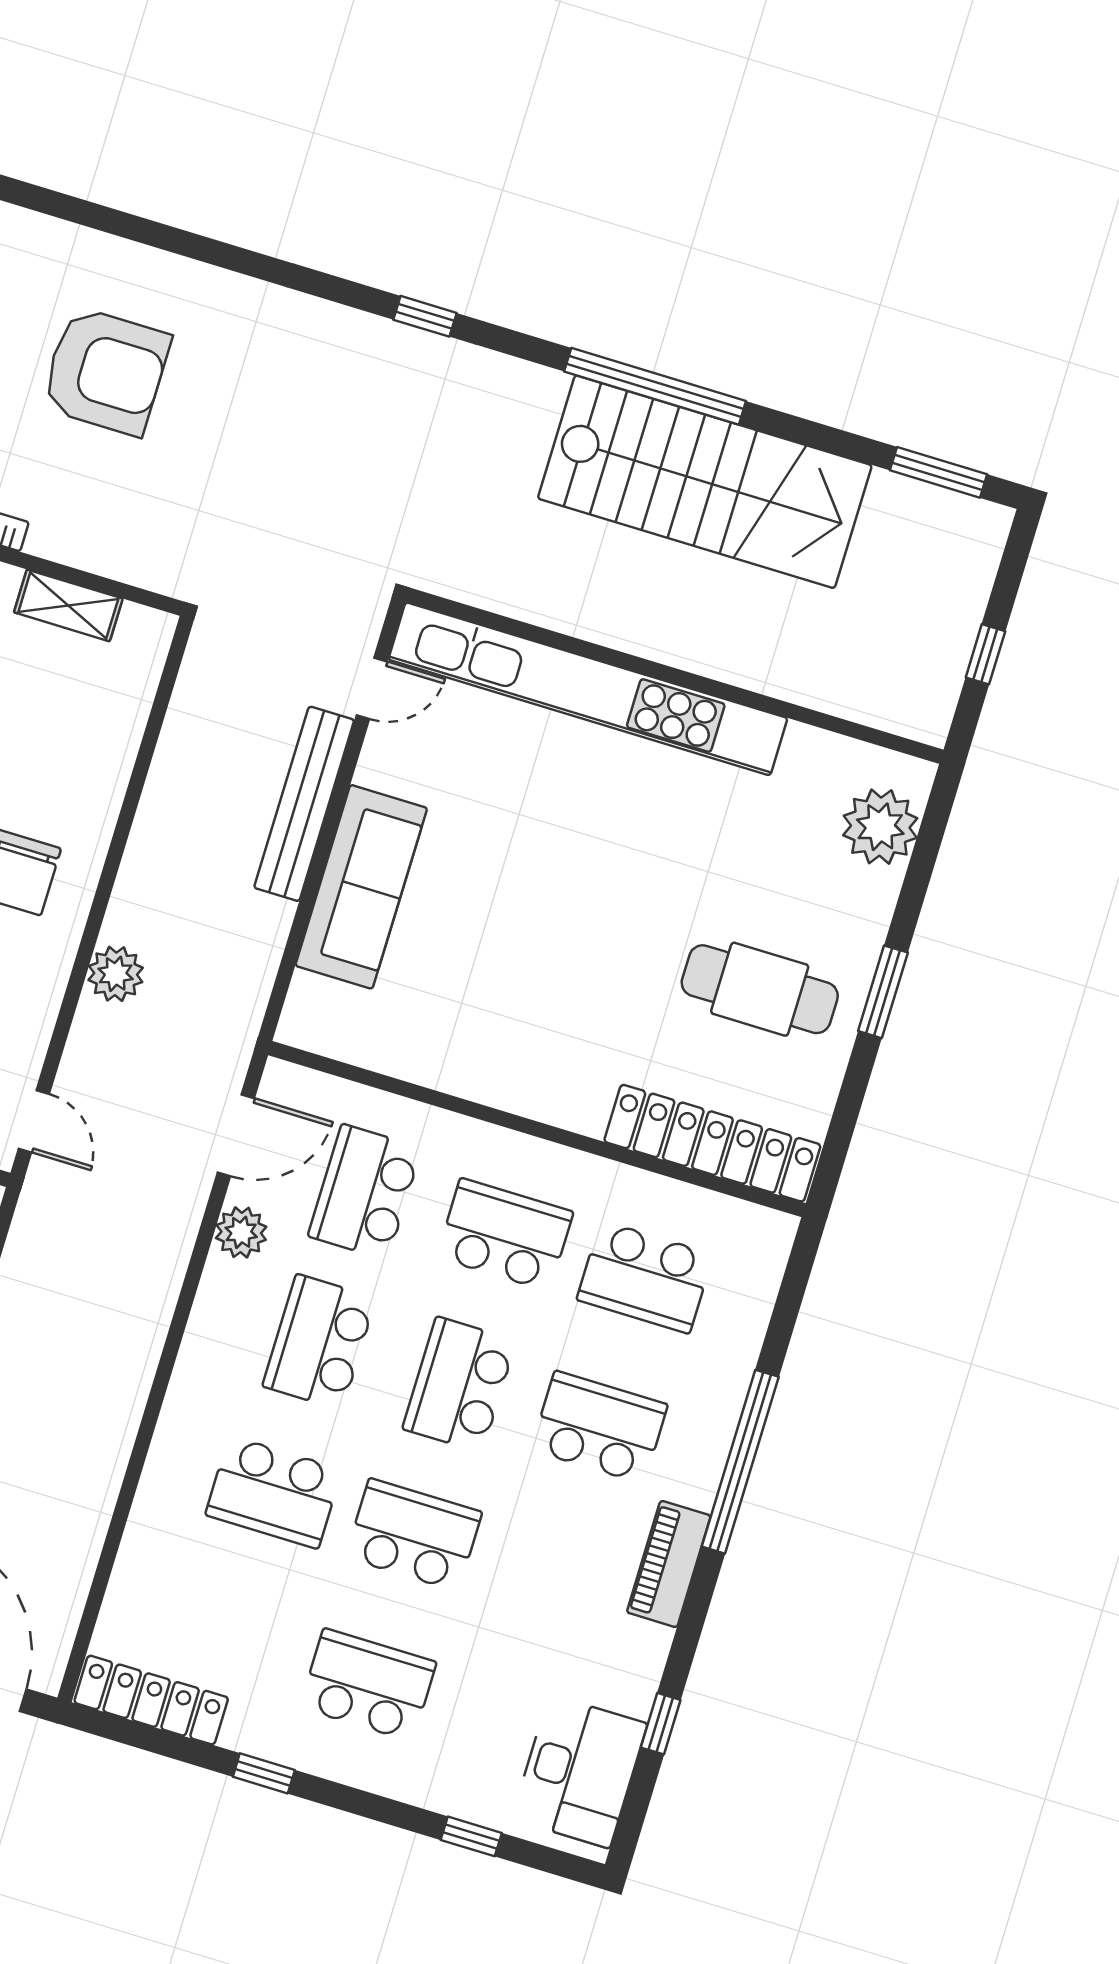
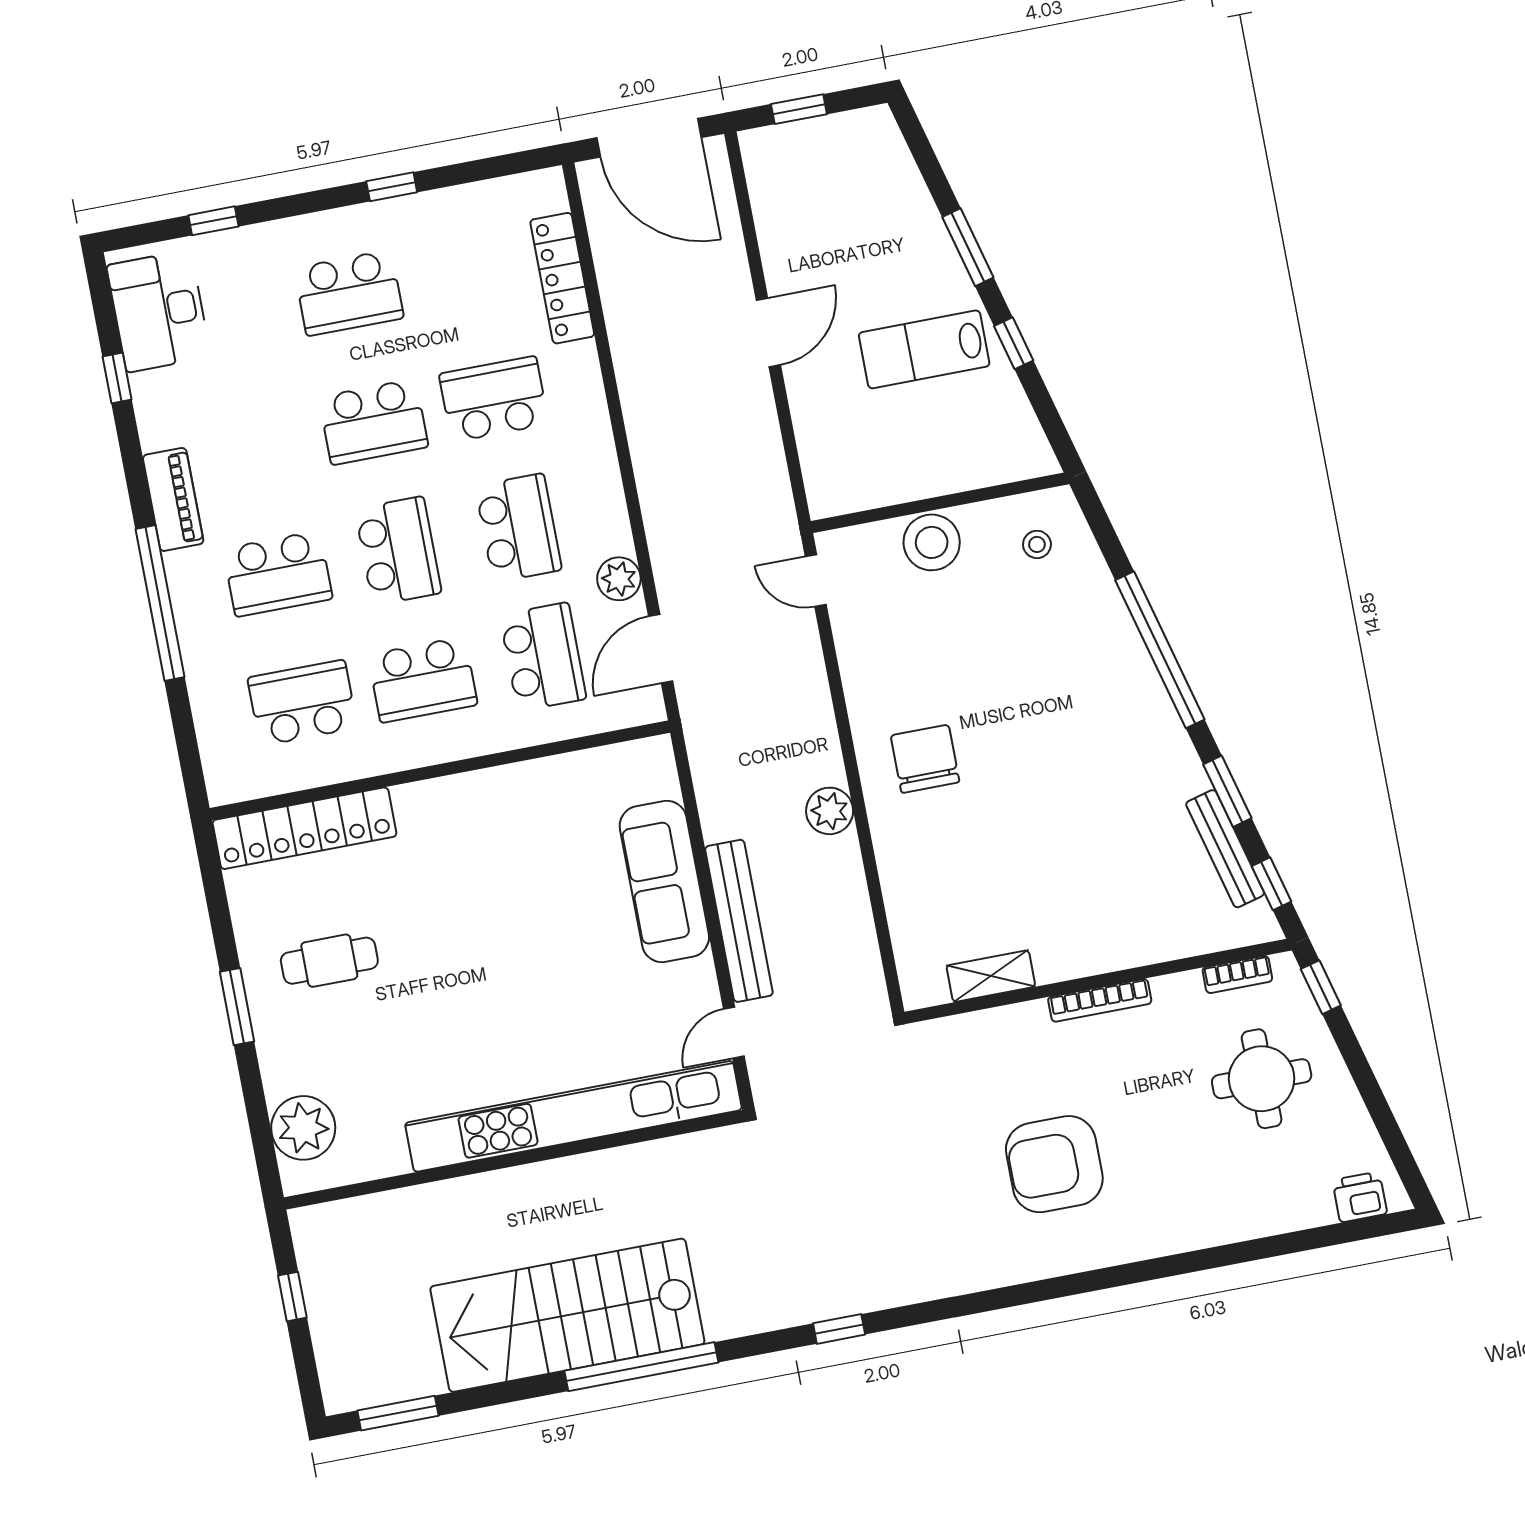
plant: (116, 974) -> (830, 811), moved
cafe table: (760, 989) -> (329, 961), width x0.73, depth x0.74
locker: (151, 1700) -> (562, 278), moved, turned 90

